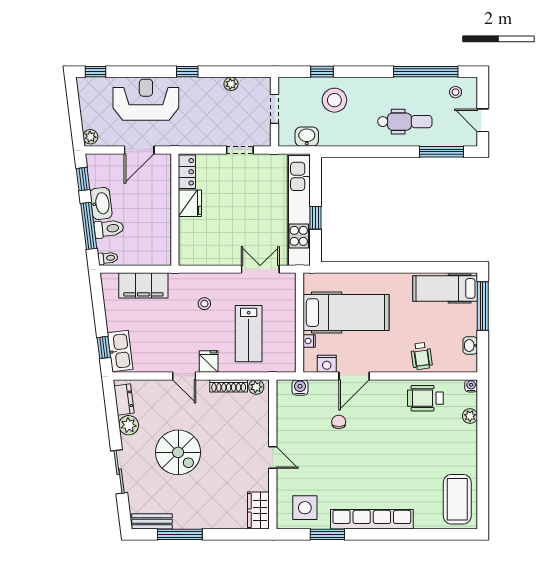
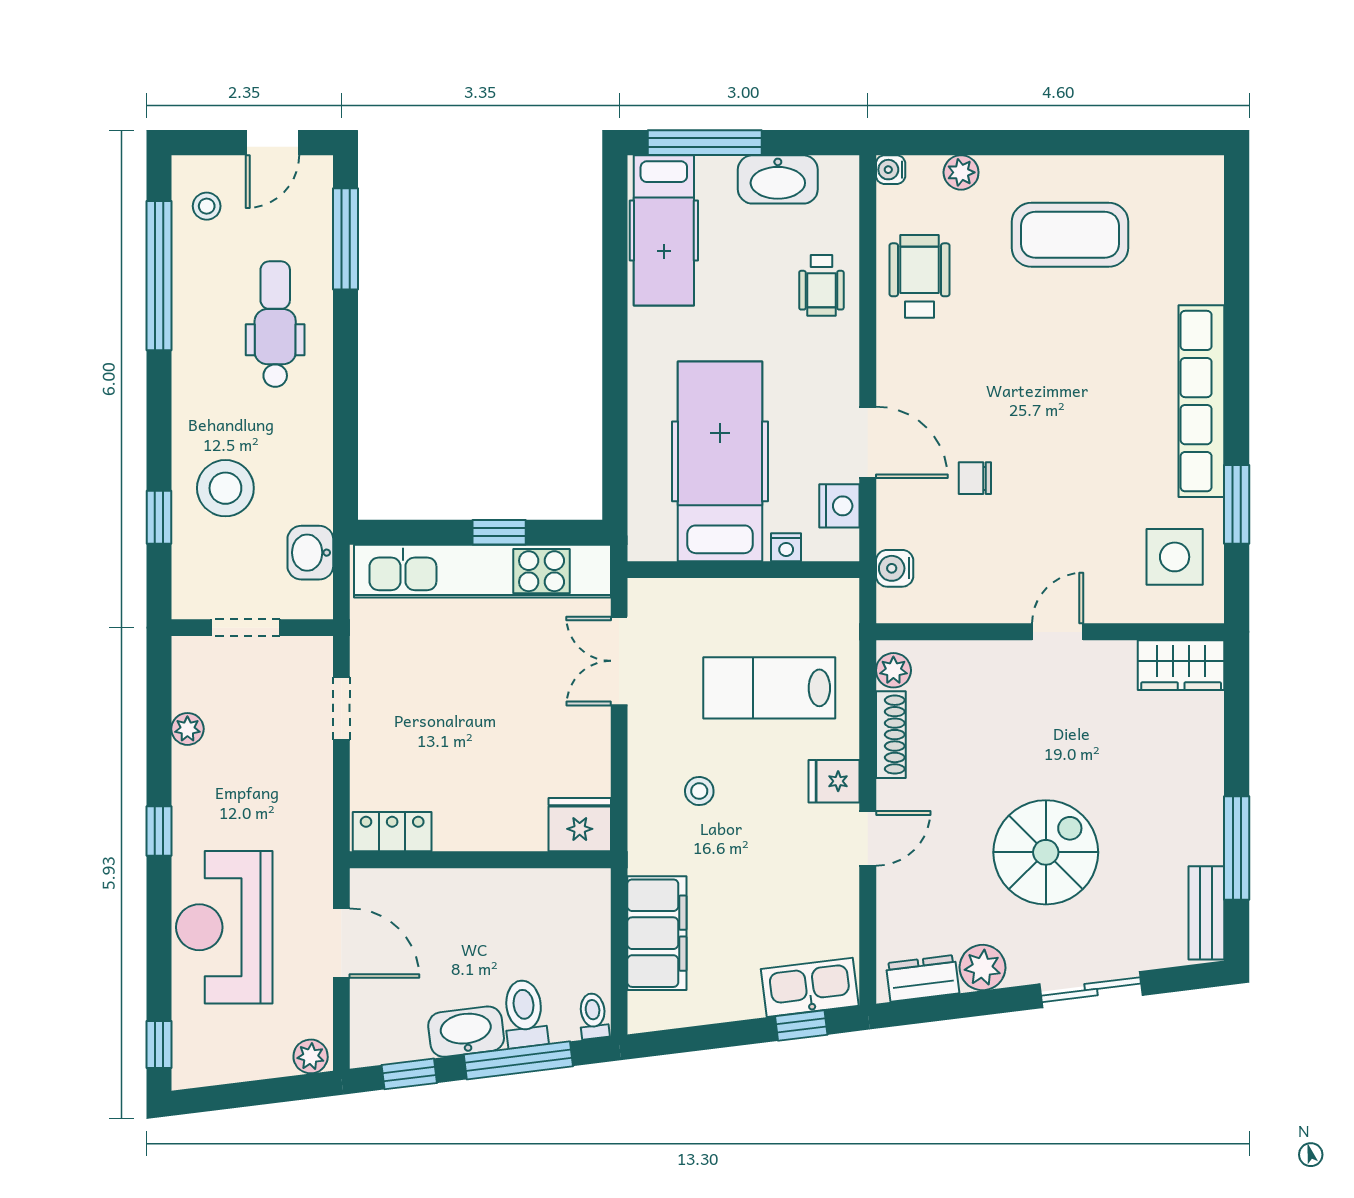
fridge: (190, 203) -> (580, 825), moved
lab bench: (249, 334) -> (769, 688), turned 180
washbasin: (470, 345) -> (778, 179), width x1.91, depth x1.45
wheelchair: (422, 356) -> (821, 285), turned 98
wheelchair: (425, 398) -> (919, 276), turned 180
coffee table: (457, 499) -> (1070, 235), moved

